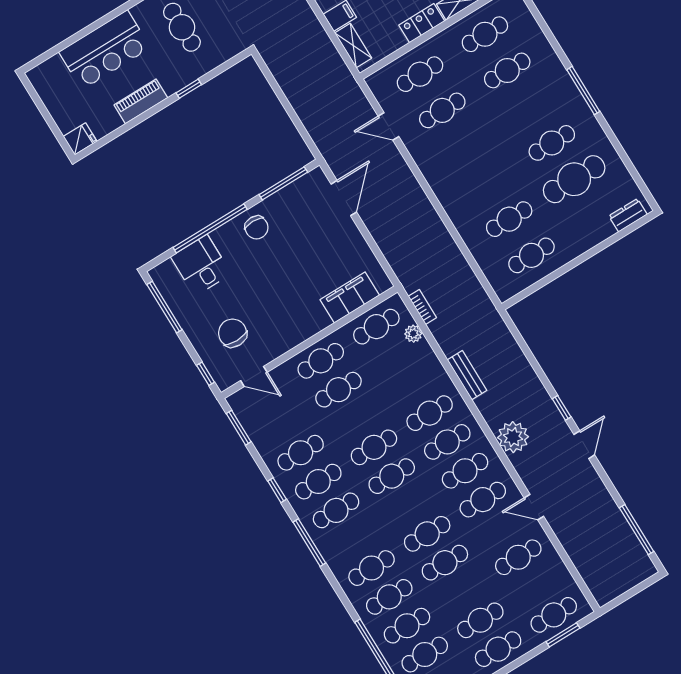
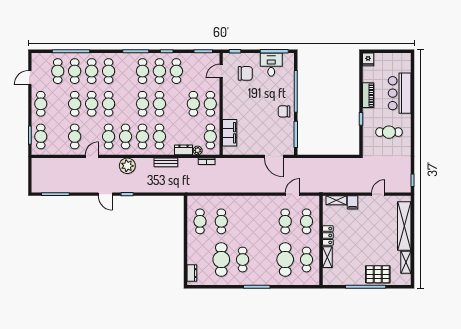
cafe table: (507, 70) -> (285, 260), width x1.37, depth x1.35
desk: (201, 265) -> (271, 65), moved, turned -90
dresser: (427, 358) -> (183, 150), added
cafe table: (480, 620) -> (75, 104), moved

